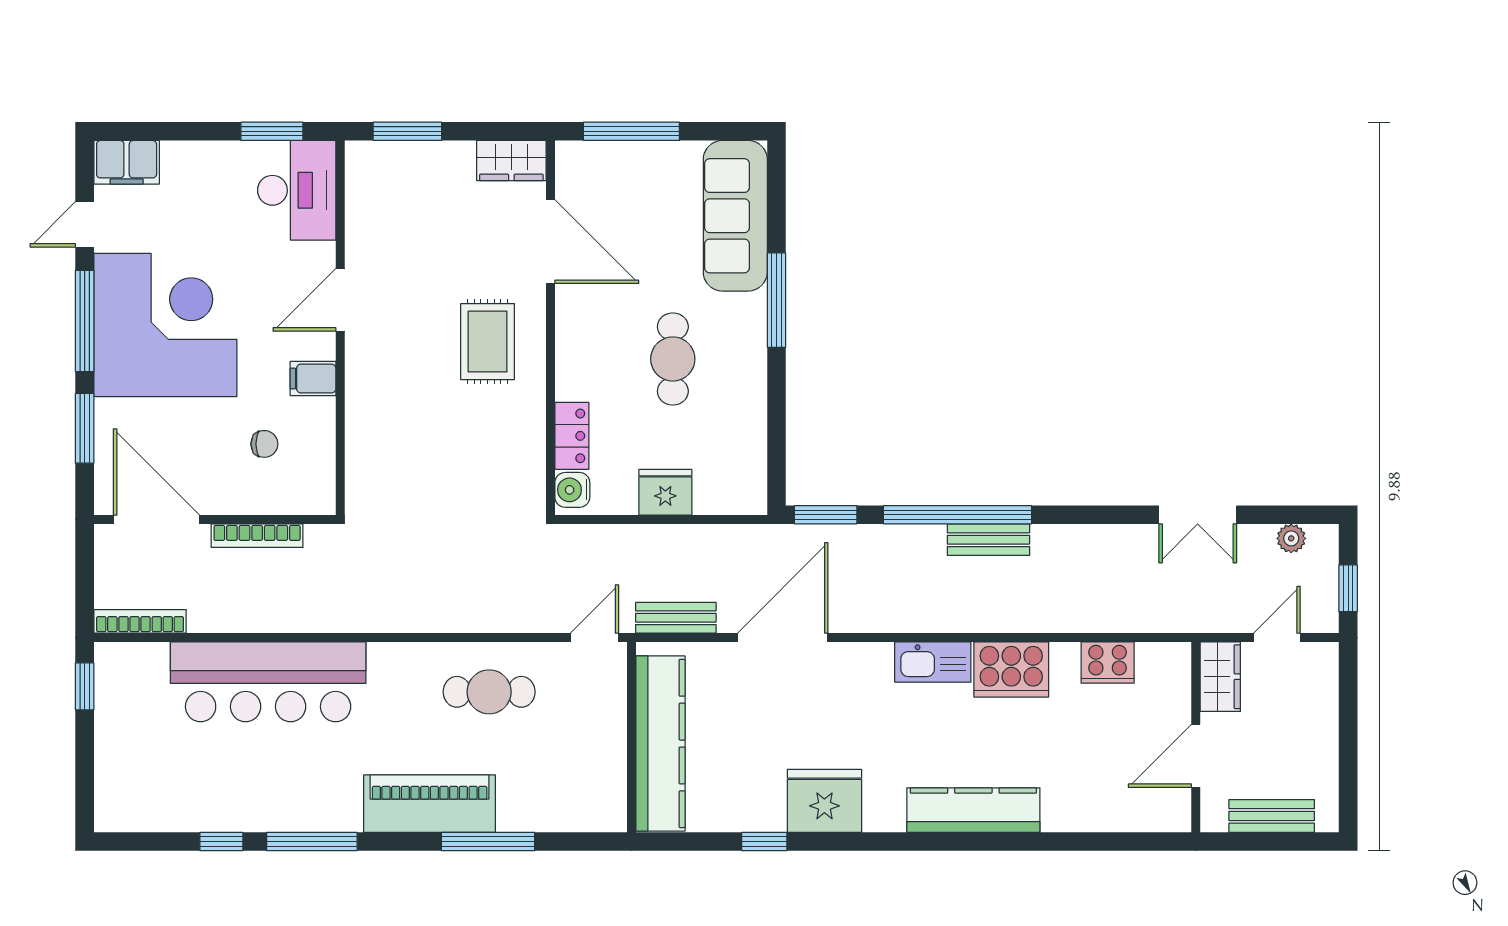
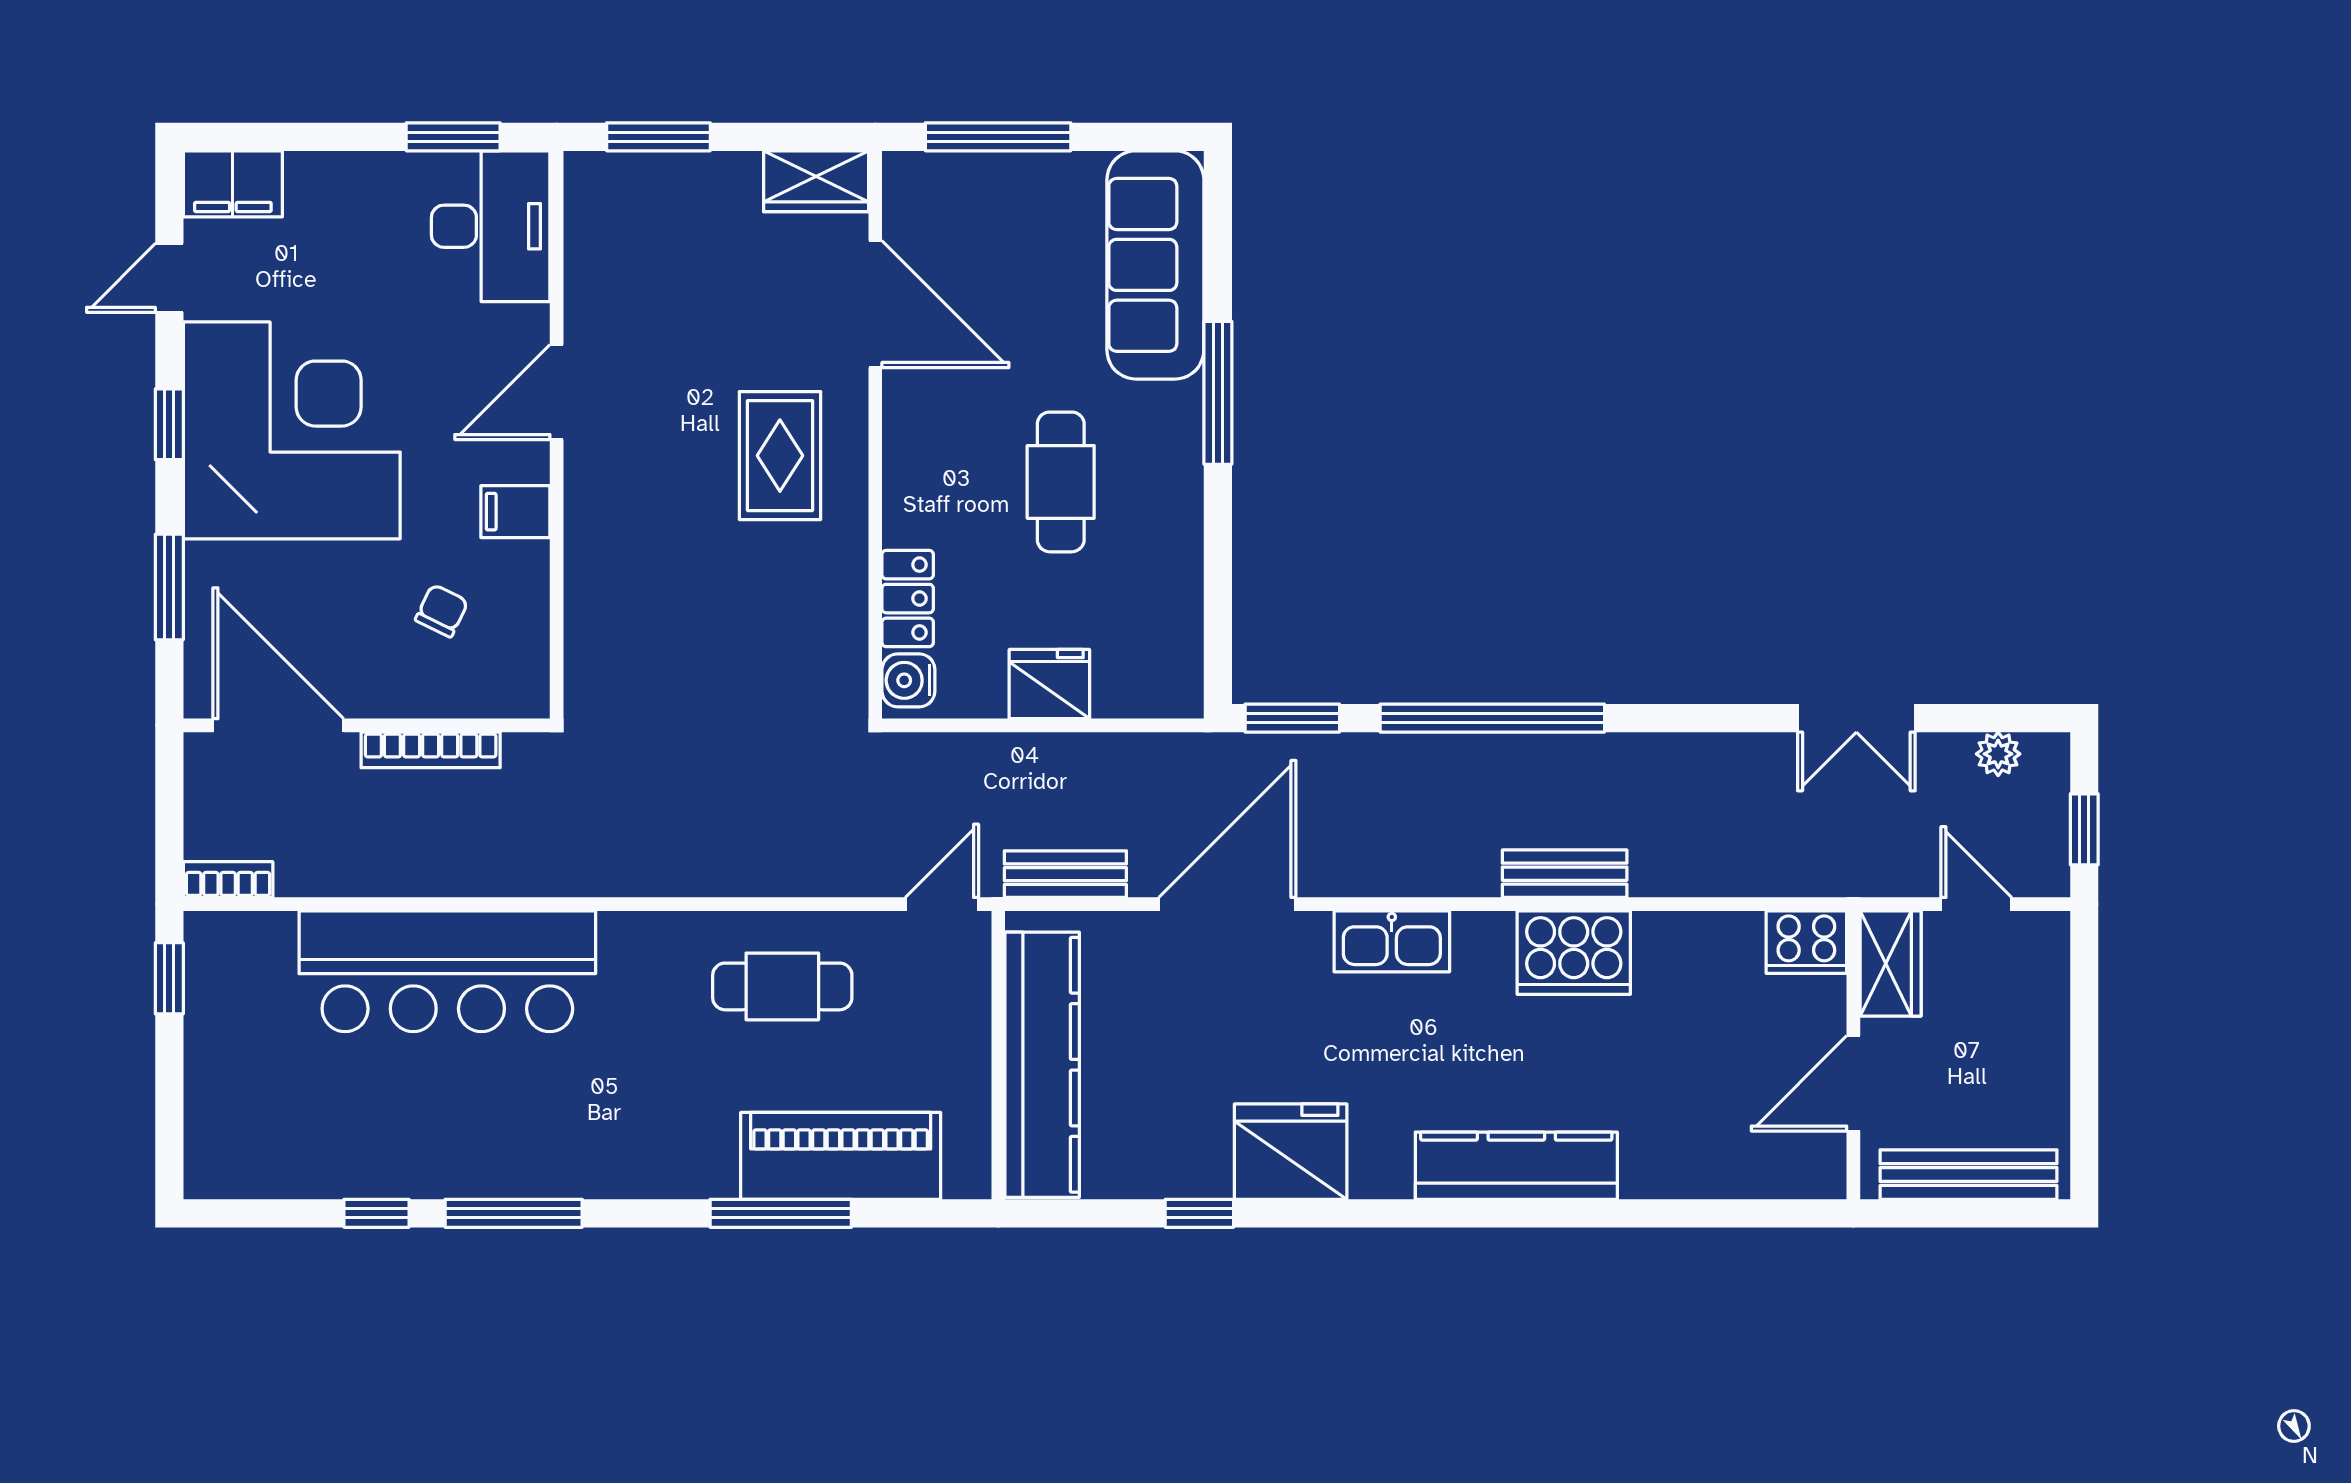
window: (85, 321) -> (169, 424), width x0.46
chair: (264, 444) -> (442, 611), turned -64
bench: (988, 540) -> (1565, 874), moved
bookcase: (140, 621) -> (228, 880), width x0.64
door: (1277, 638) -> (1976, 904), hinge flipped
kitchen sink: (933, 662) -> (1392, 941), moved
cooker: (1108, 663) -> (1806, 942), moved
piano: (430, 804) -> (841, 1156), moved
bench: (1272, 816) -> (1968, 1175), width x1.36

